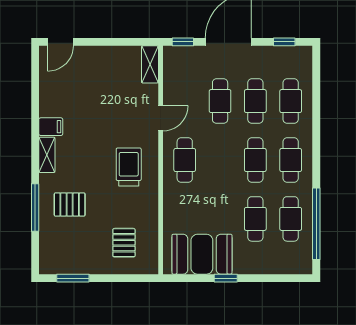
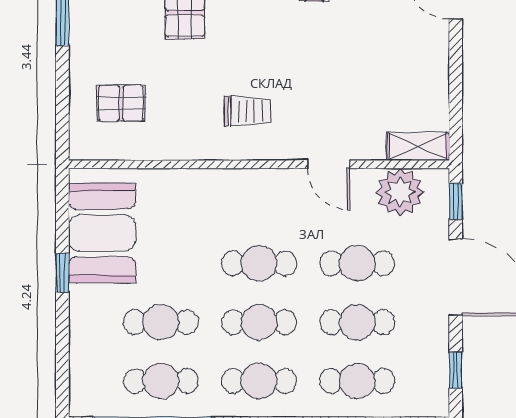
plant: (177, 75) -> (400, 192), added
cafe table: (185, 160) -> (259, 263), moved
trolley: (129, 167) -> (247, 111), width x0.73, depth x0.72

